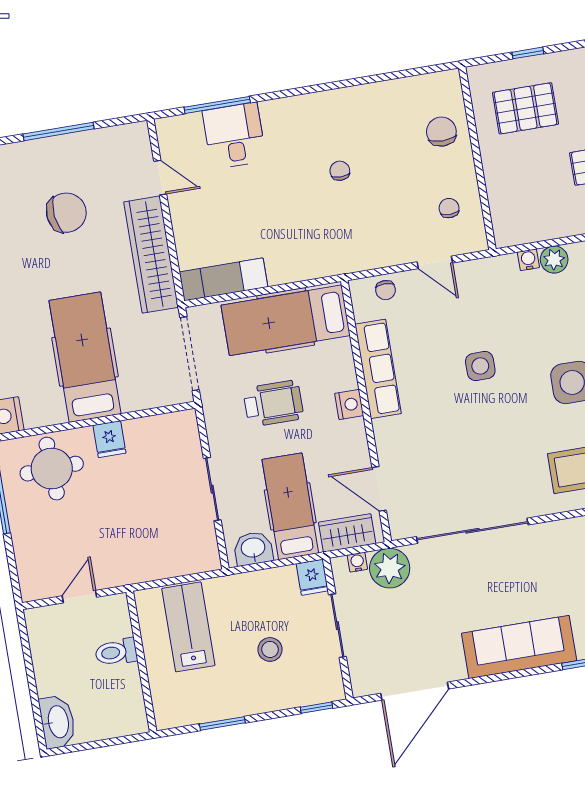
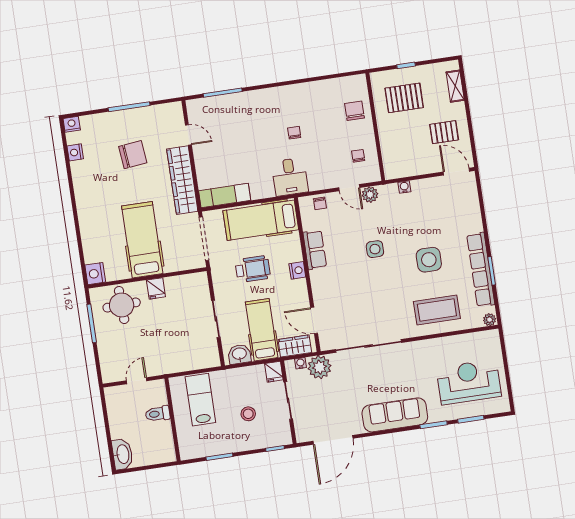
desk: (234, 136) -> (290, 177), moved, turned 180
plant: (554, 260) -> (370, 195), moved
row of seats: (378, 369) -> (315, 250), width x0.68

